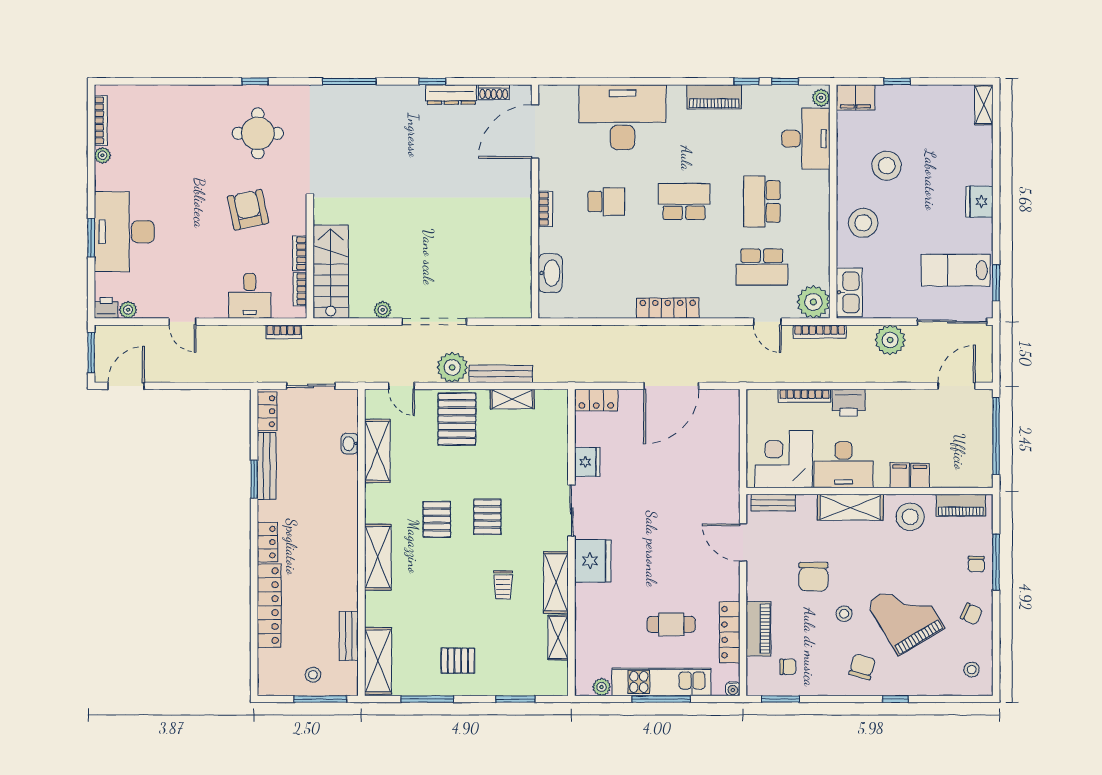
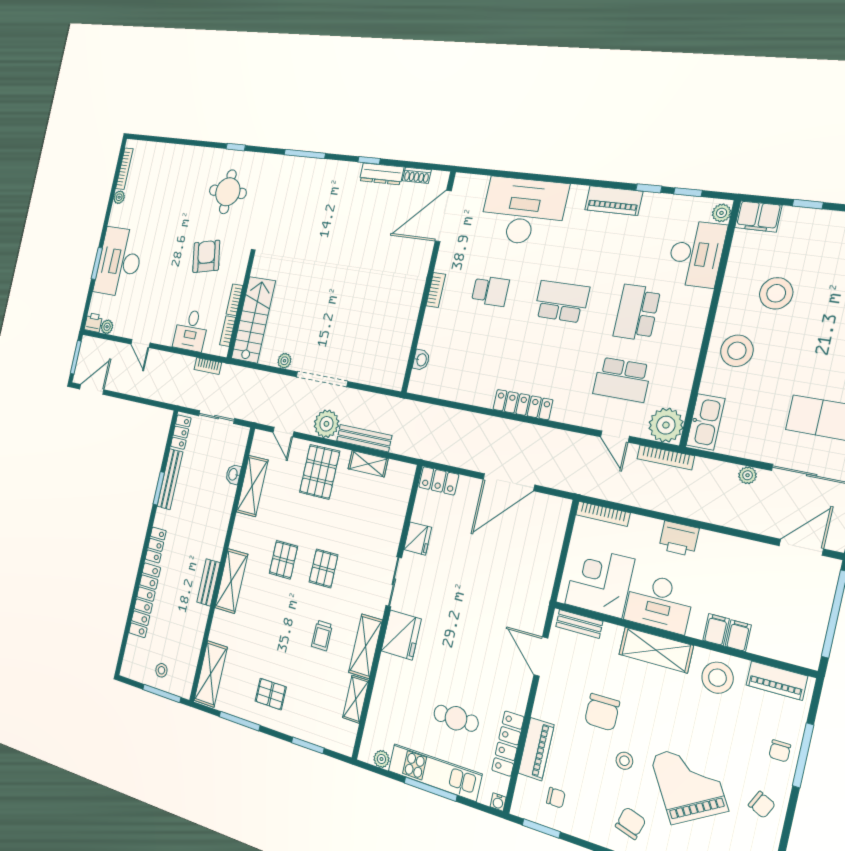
washbasin: (550, 273) -> (421, 360), width x0.52, depth x0.69
plant: (890, 340) -> (748, 475), width x0.53, depth x0.53
bookcase: (804, 396) -> (603, 514), moved
bench: (349, 636) -> (208, 582), moved

